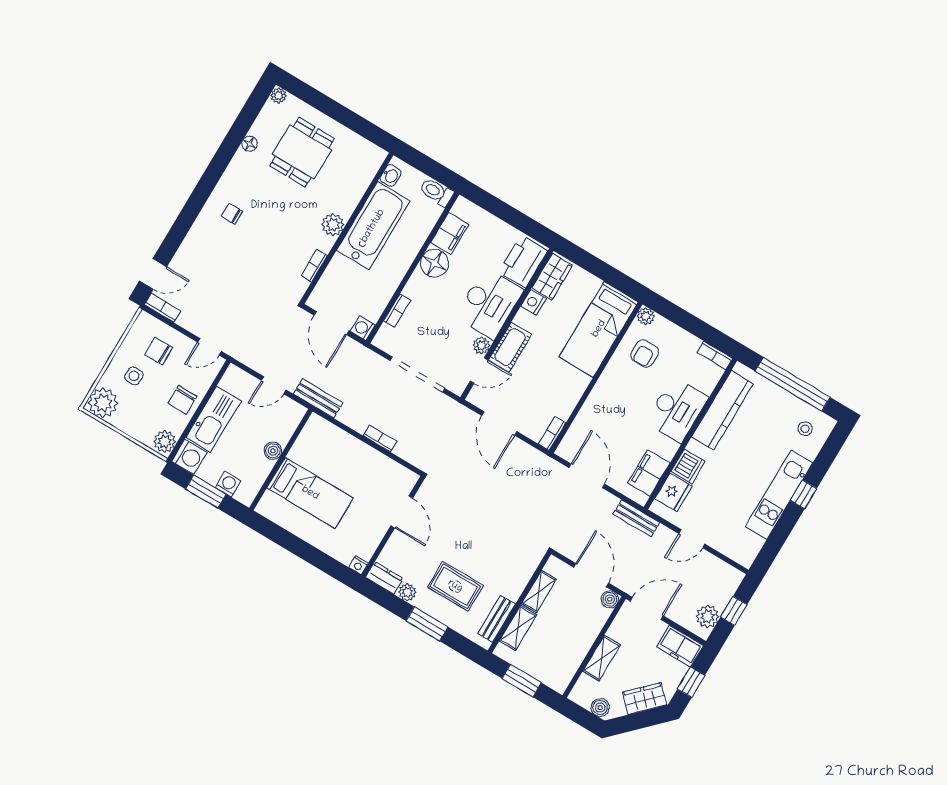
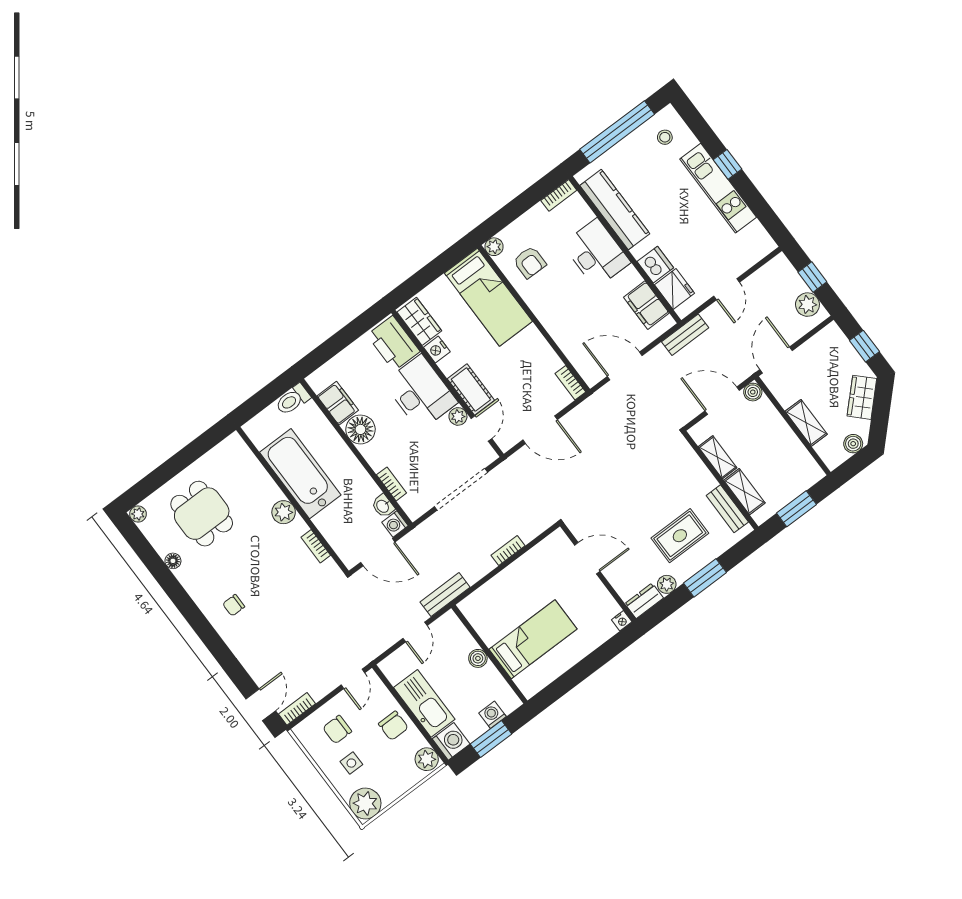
washbasin: (391, 176) -> (383, 506), moved, turned 180
freezer: (680, 646) -> (825, 343), removed

